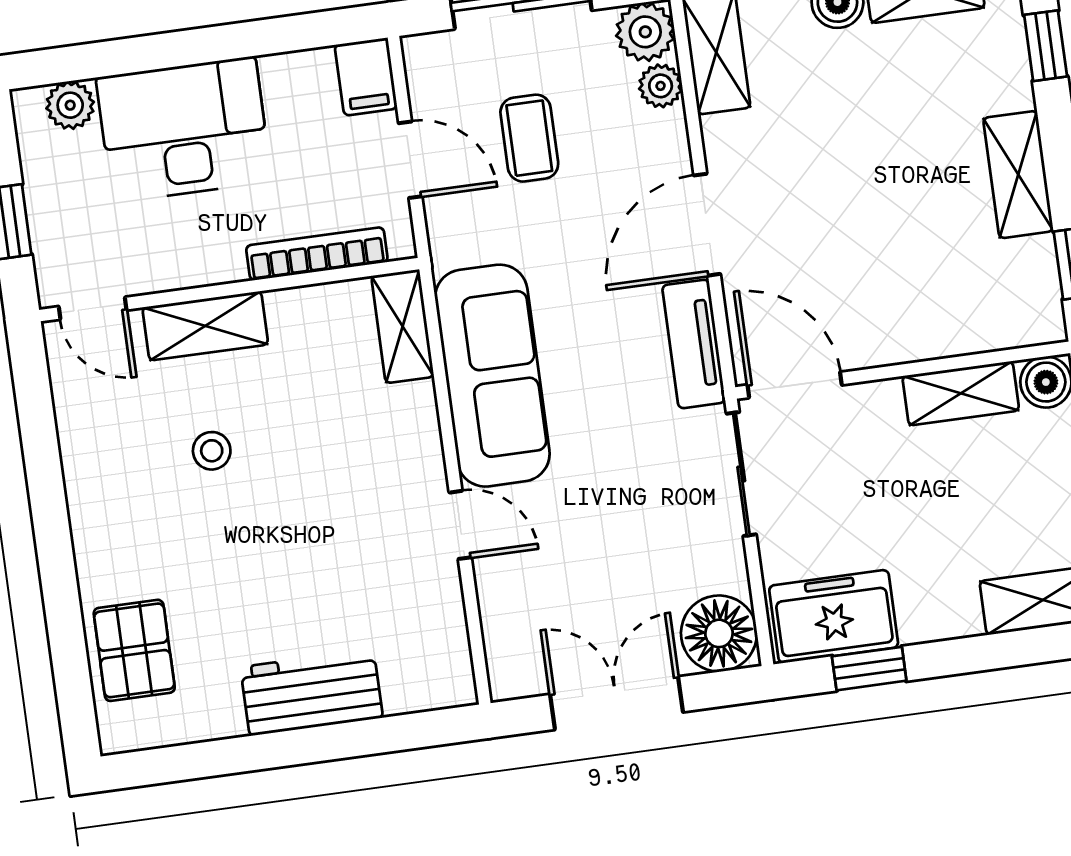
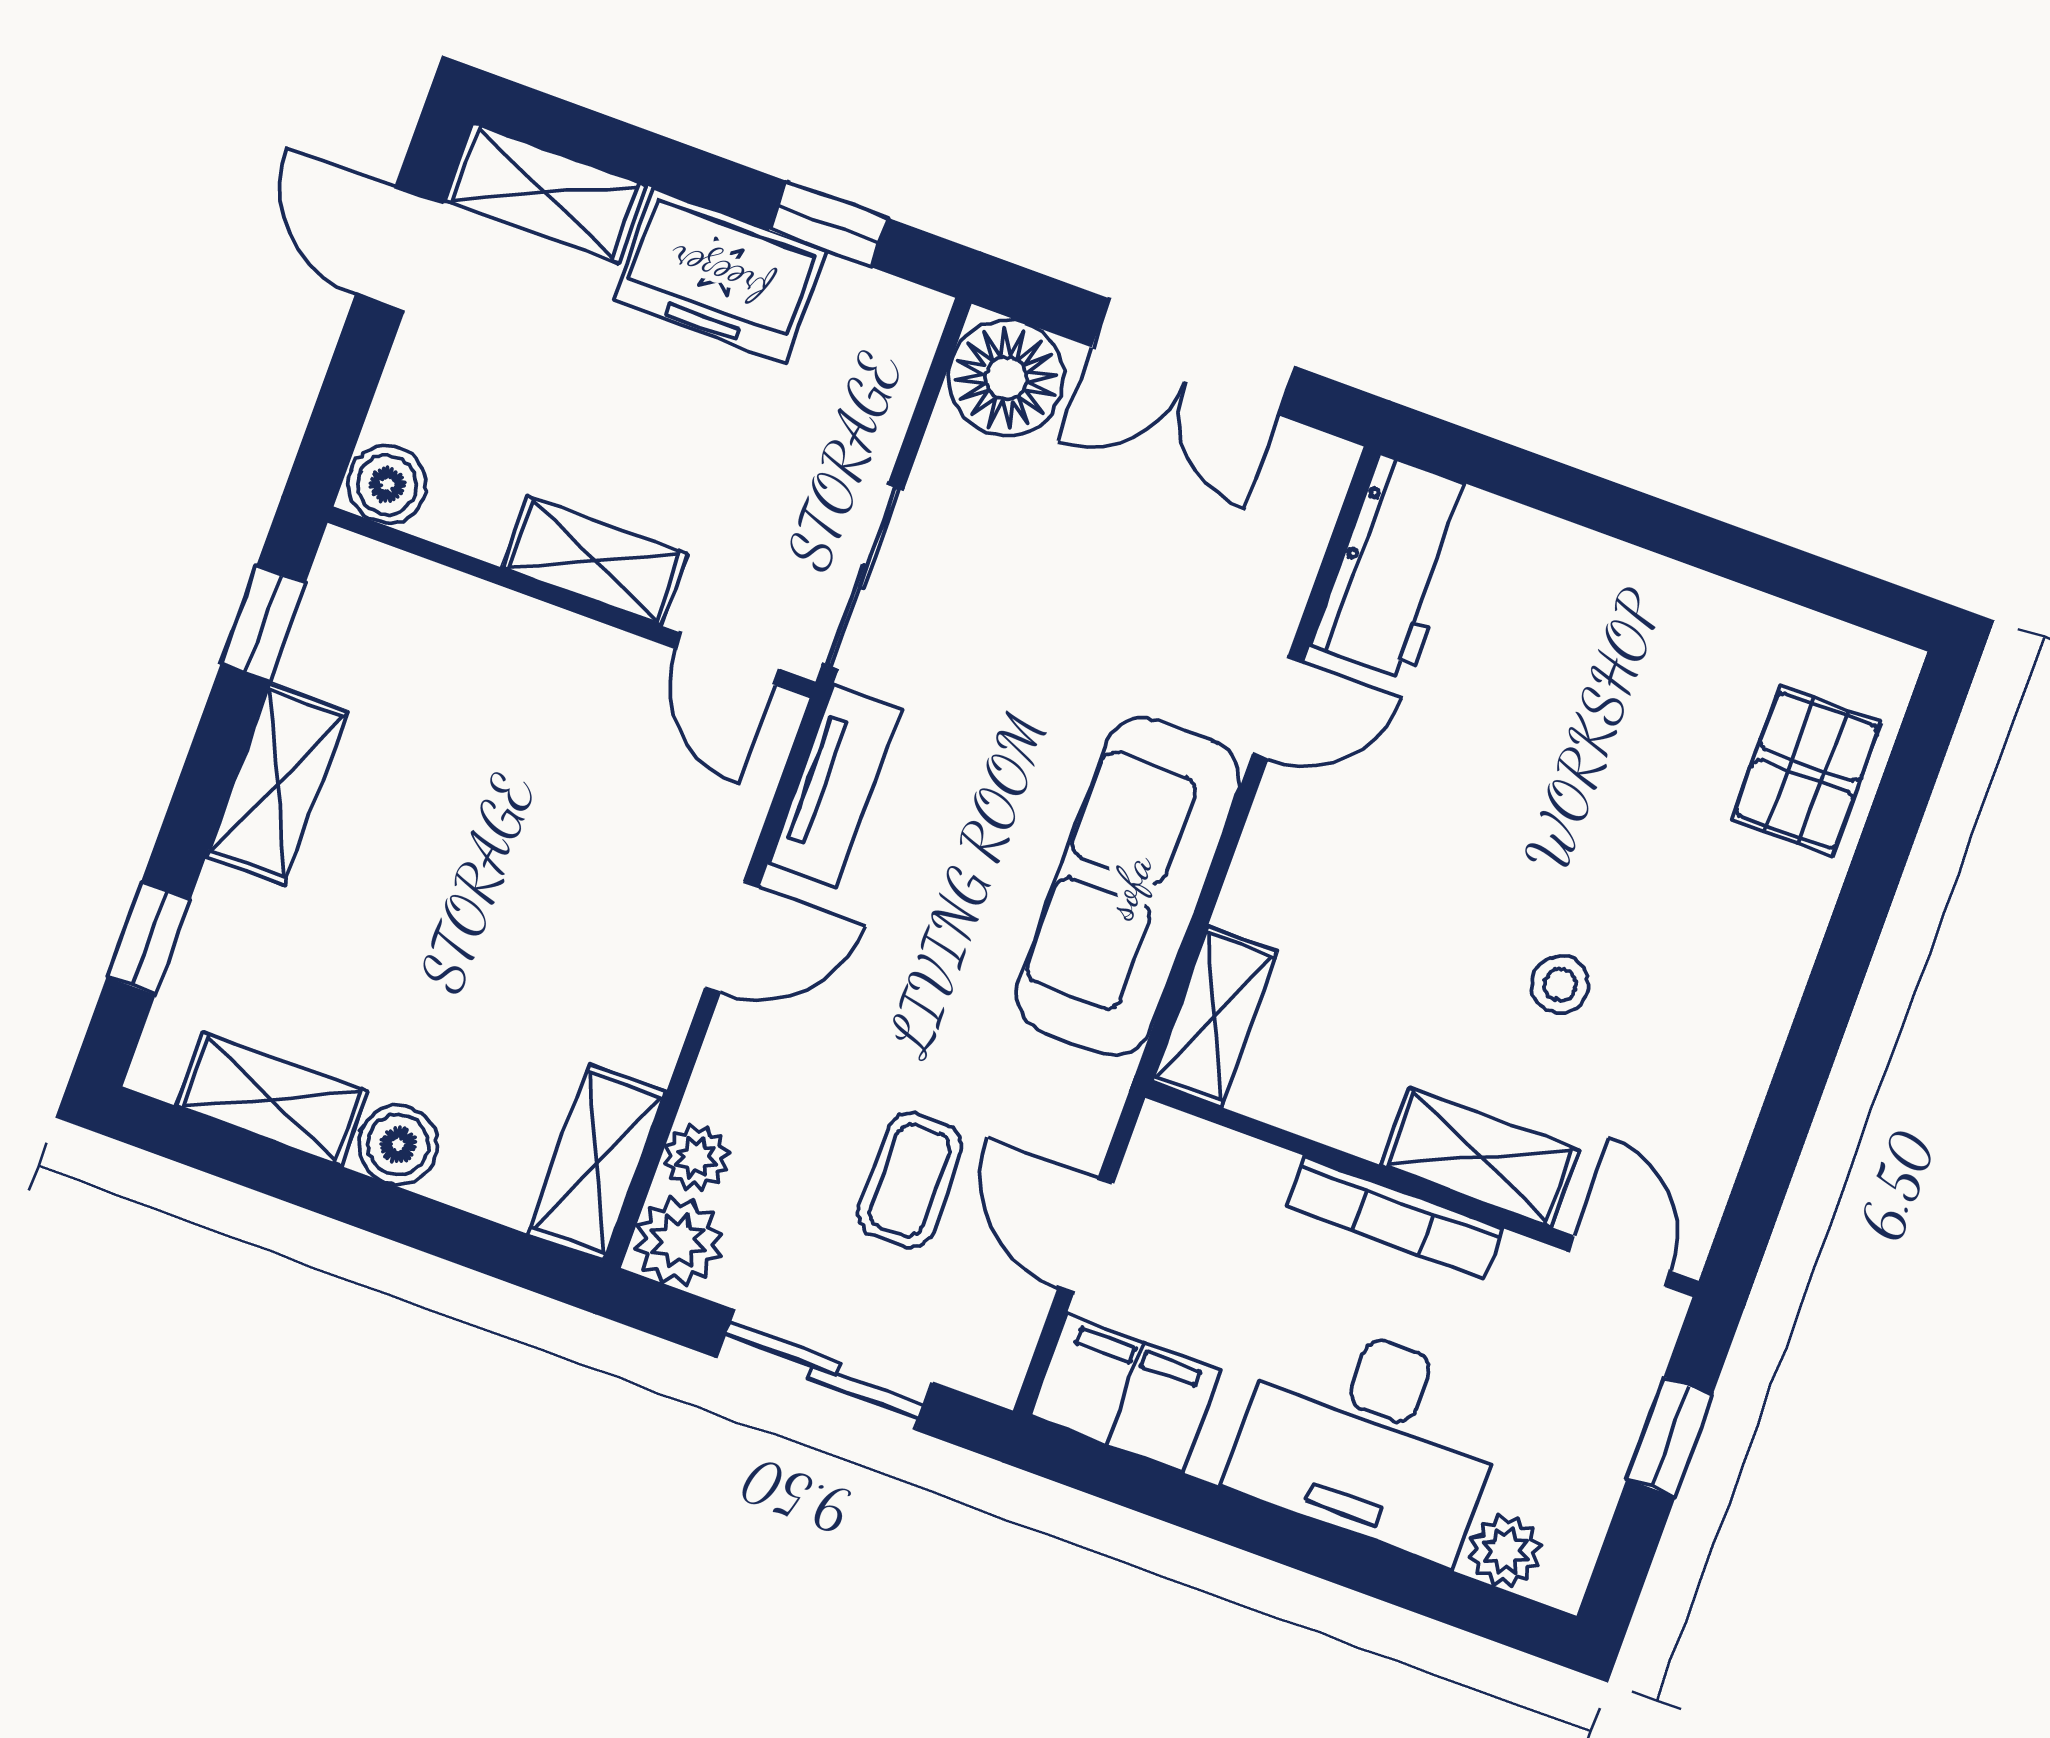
filing cabinet: (366, 77) -> (1125, 1393), width x2.00
door: (707, 225) -> (732, 937), width x0.73
bookcase: (317, 254) -> (1395, 1218), moved
door: (795, 385) -> (728, 659), width x0.73
shelving: (961, 393) -> (595, 561), moved
door: (460, 525) -> (1278, 708), swing flipped
freezer: (834, 617) -> (719, 275), moved
workbench: (312, 692) -> (1395, 567), moved, turned -90

